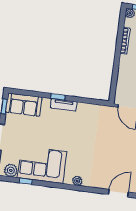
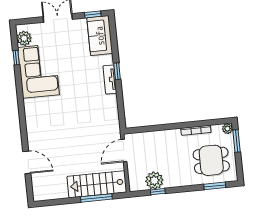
plant: (77, 181) -> (30, 114), removed

